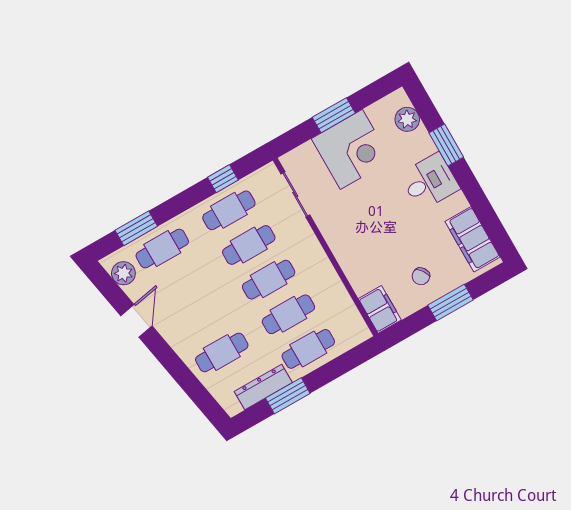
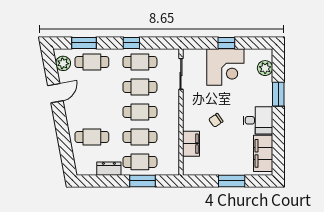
window: (334, 115) -> (226, 43), width x0.67
window: (223, 179) -> (131, 43), moved
desk: (430, 182) -> (258, 120), moved
chair: (421, 276) -> (216, 120), moved
filing cabinet: (380, 309) -> (191, 144), moved
dresser: (263, 387) -> (109, 169), width x0.70
window: (288, 396) -> (143, 181), moved

